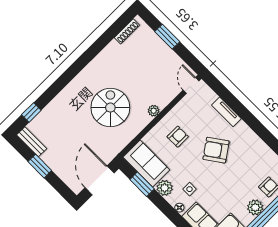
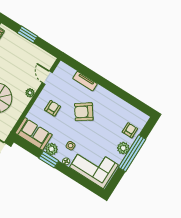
door: (191, 85) -> (47, 78), moved
window: (142, 184) -> (49, 159), moved

